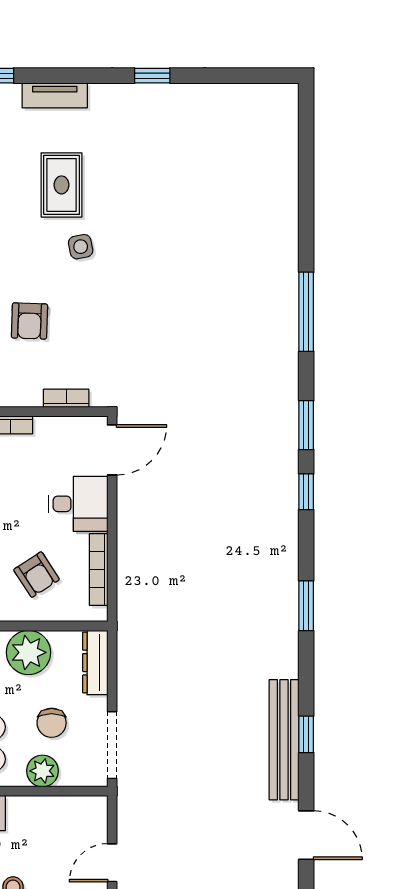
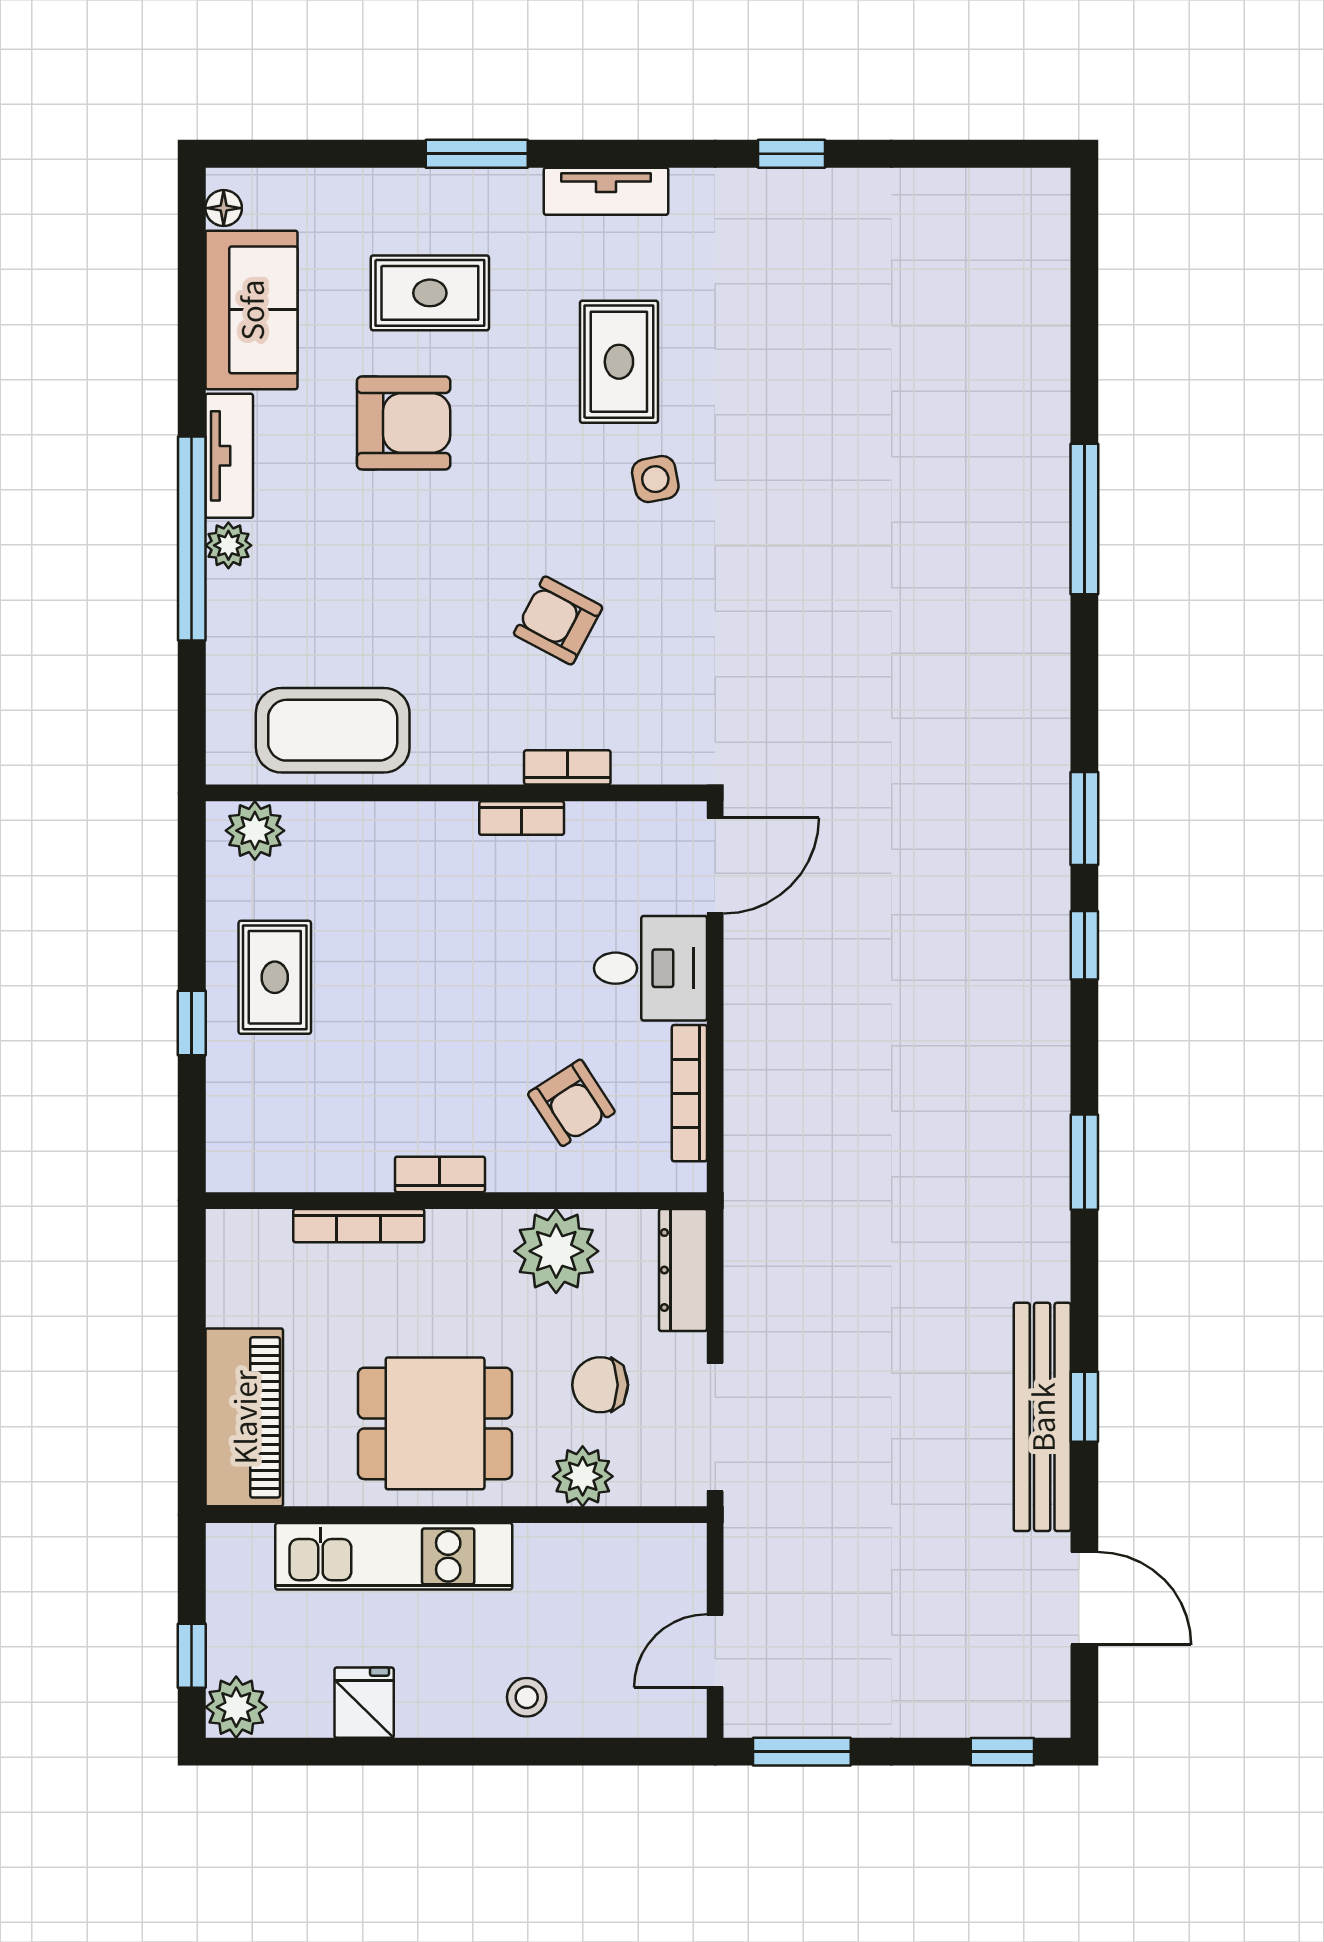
window: (306, 312) -> (1084, 519), moved
armchair: (29, 321) -> (558, 620), turned 116
bookcase: (66, 398) -> (567, 767), moved
chair: (52, 723) -> (600, 1385), turned 90

